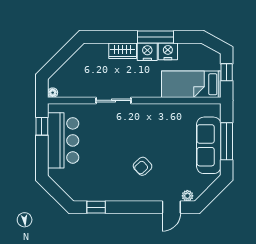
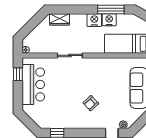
window: (156, 37) -> (111, 9), moved
wardrobe: (123, 51) -> (60, 19), moved

